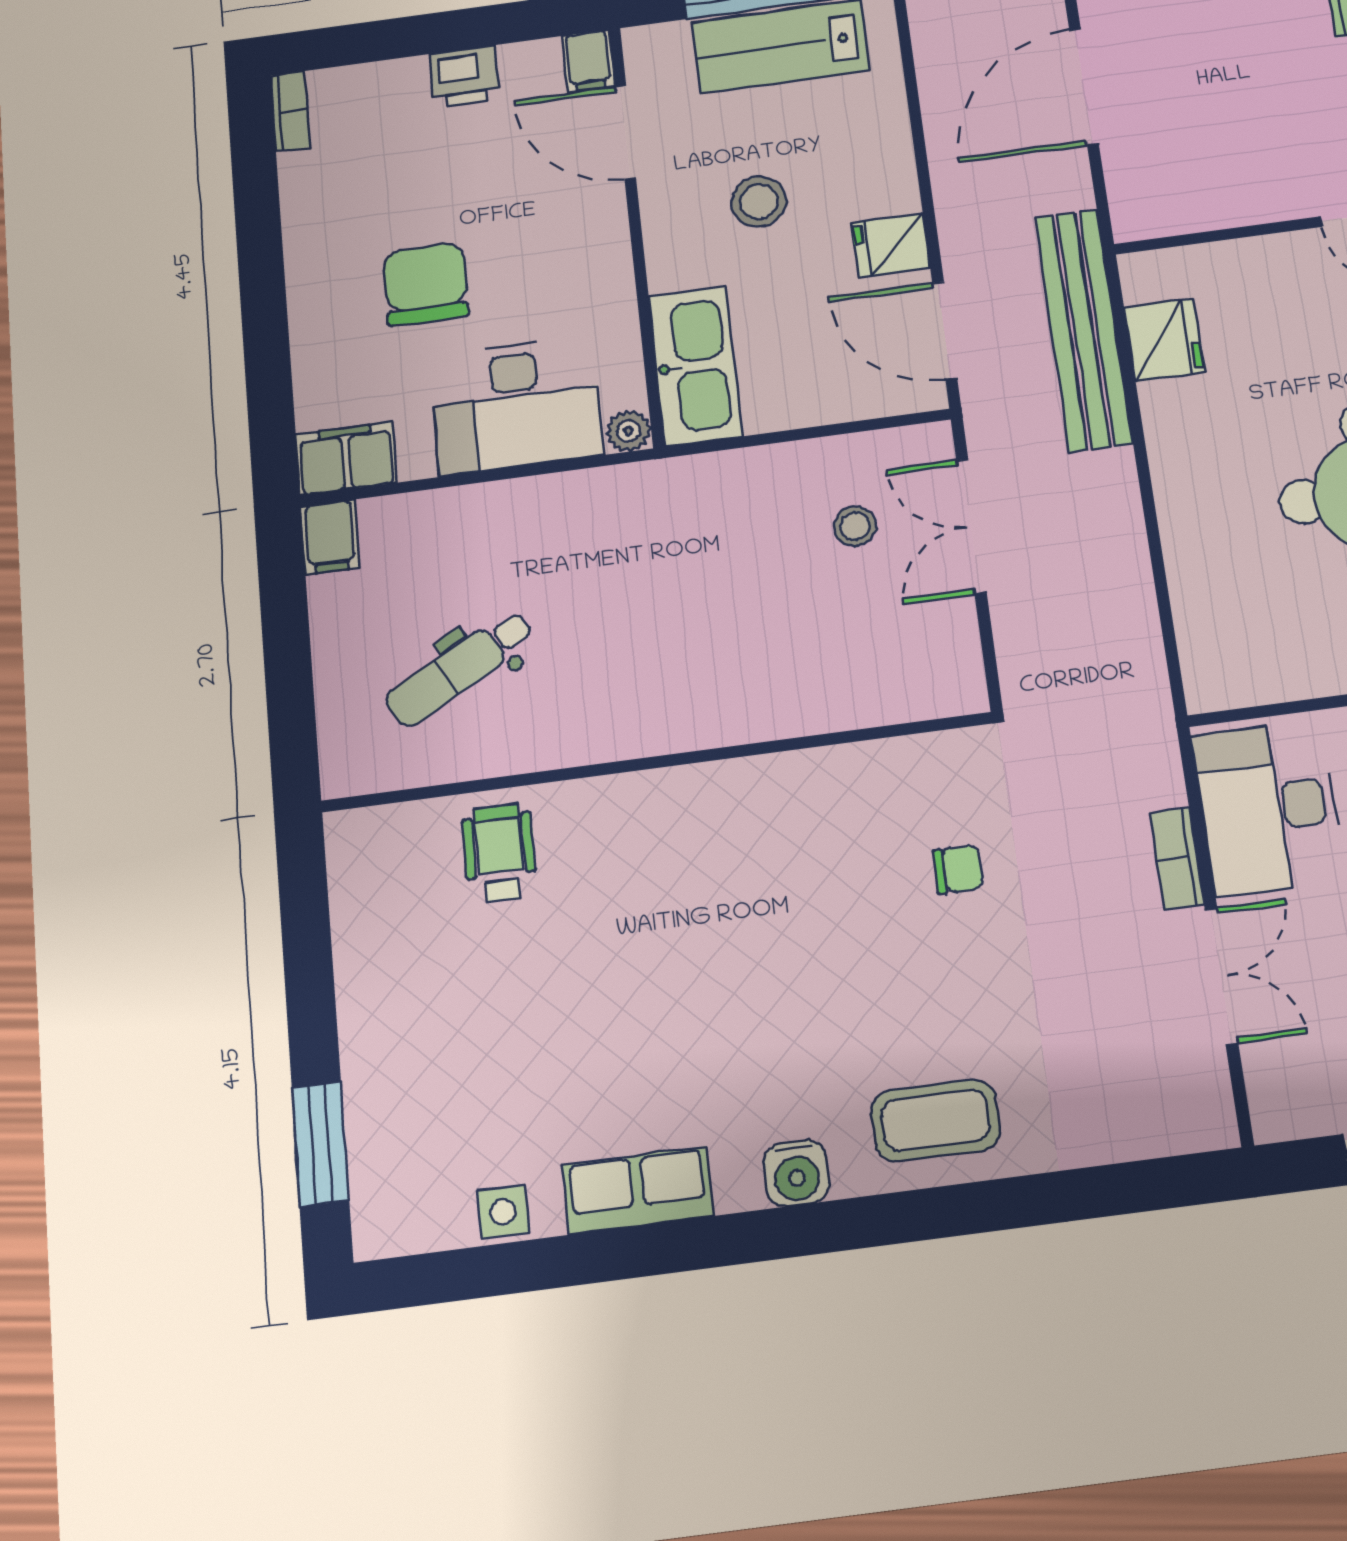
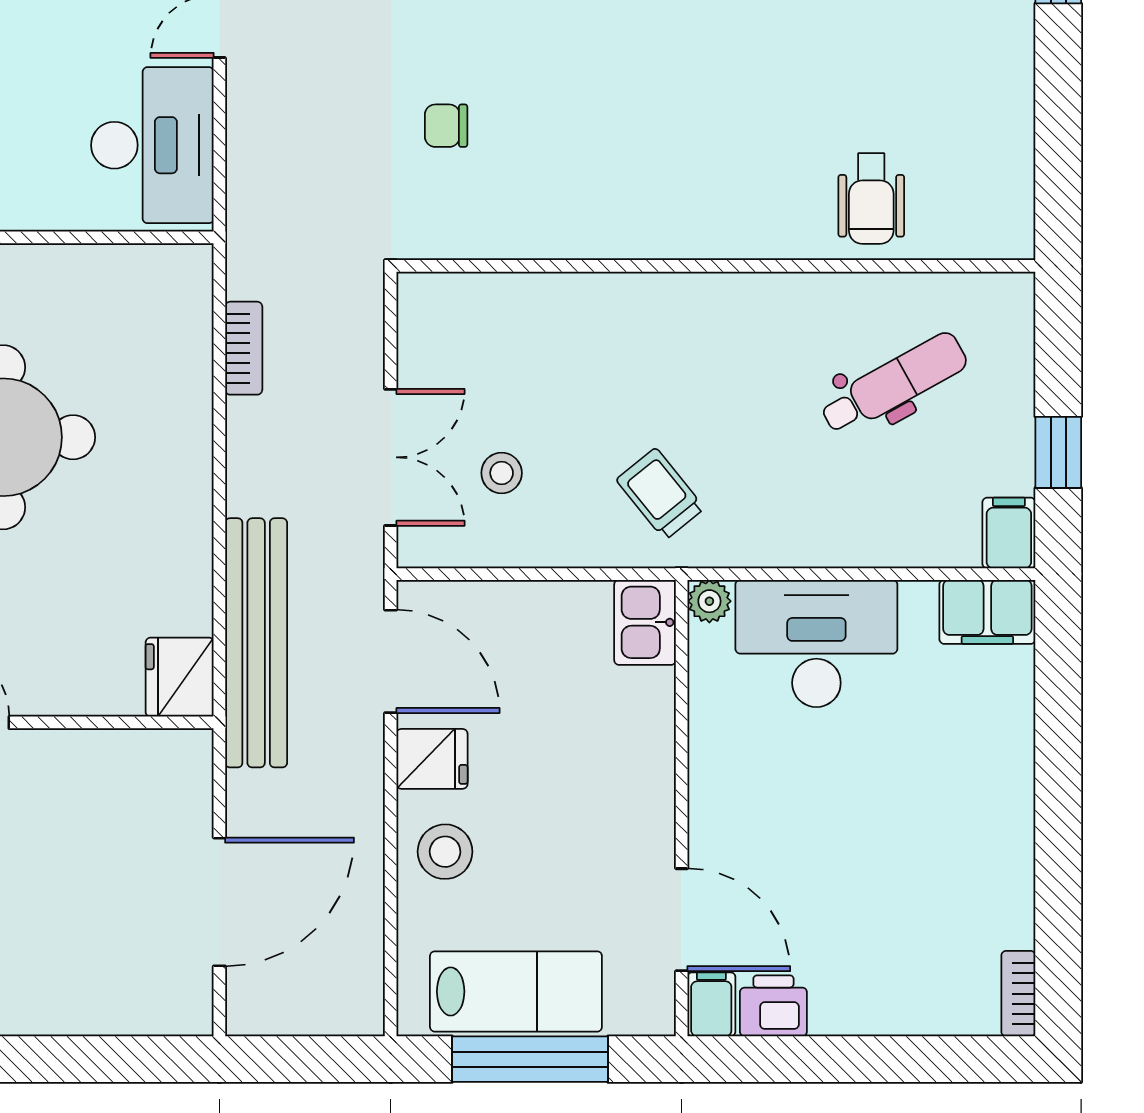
printer: (465, 77) -> (773, 1006), moved
stool: (759, 202) -> (445, 852), moved
chair: (426, 284) -> (895, 784), removed
fridge: (1164, 340) -> (180, 677), moved
kitchen sink: (695, 366) -> (645, 622), width x0.53, depth x0.81
trolley: (690, 528) -> (660, 494), added
window: (285, 623) -> (1058, 452), added
bookcase: (1177, 858) -> (244, 348), moved

